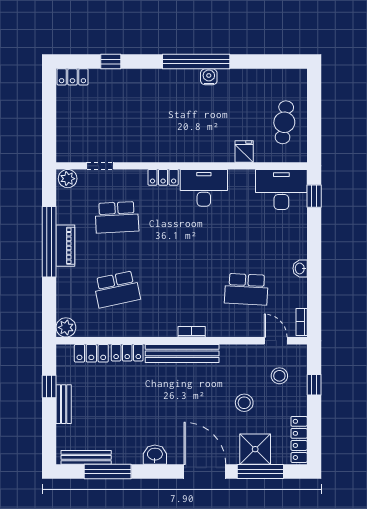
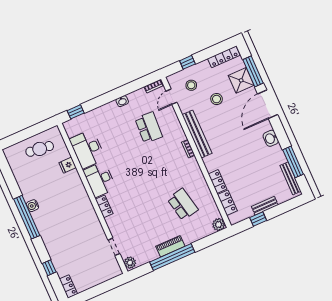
desk: (281, 190) -> (87, 149), moved
school desk: (117, 217) -> (140, 223), removed
bench: (182, 353) -> (197, 134), moved

